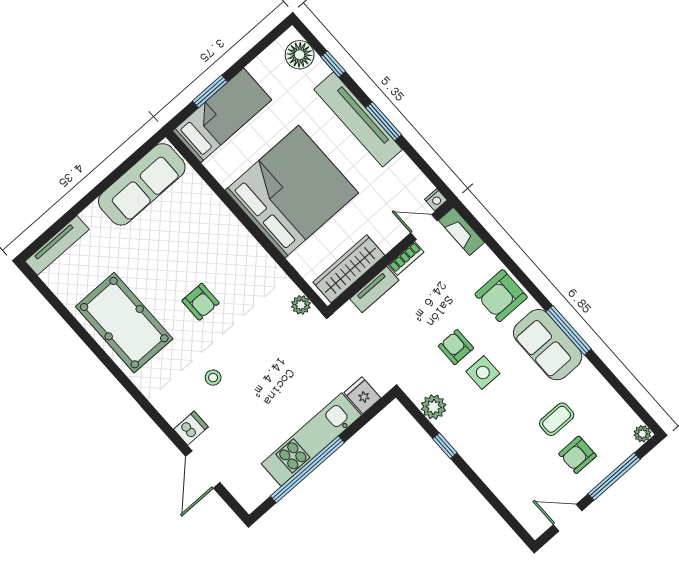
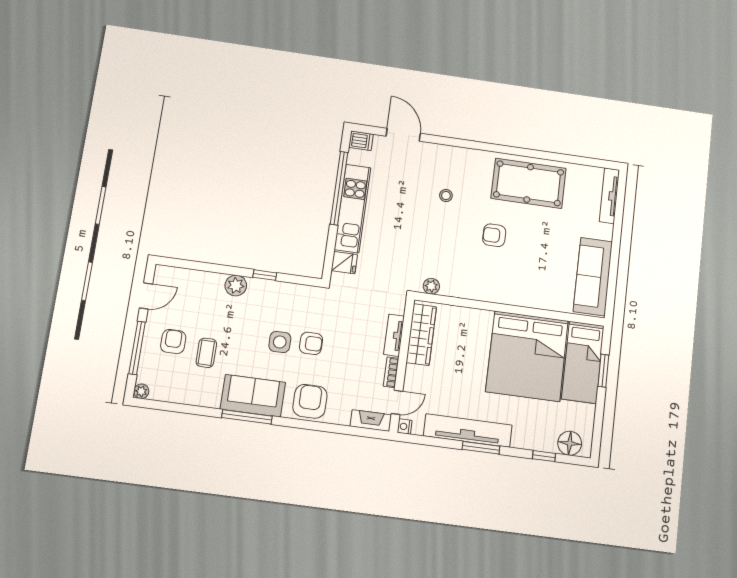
tv unit: (358, 119) -> (468, 431), moved
bed: (292, 192) -> (527, 356), moved
plant: (434, 407) -> (236, 286), moved
dishwasher: (191, 428) -> (361, 141), moved, turned -90

